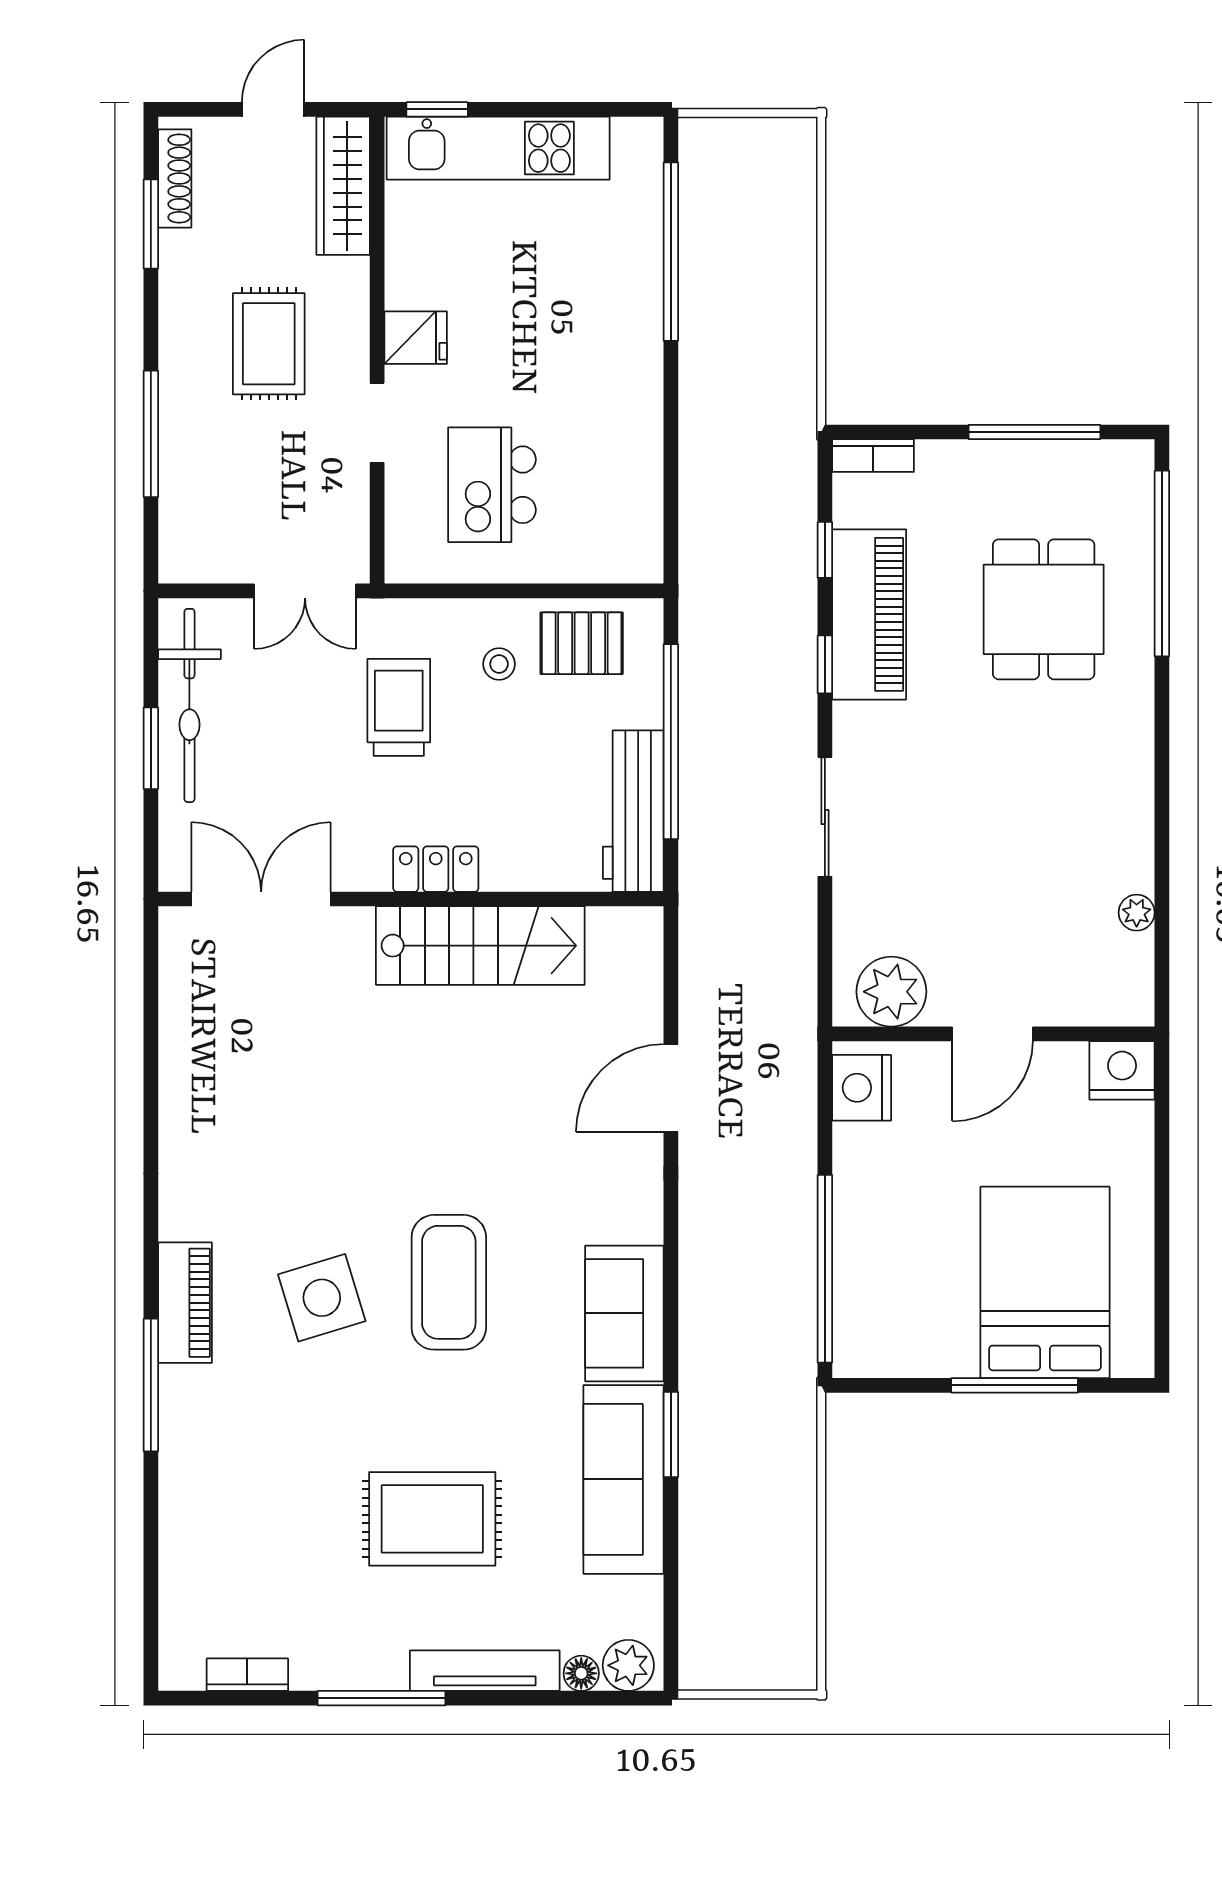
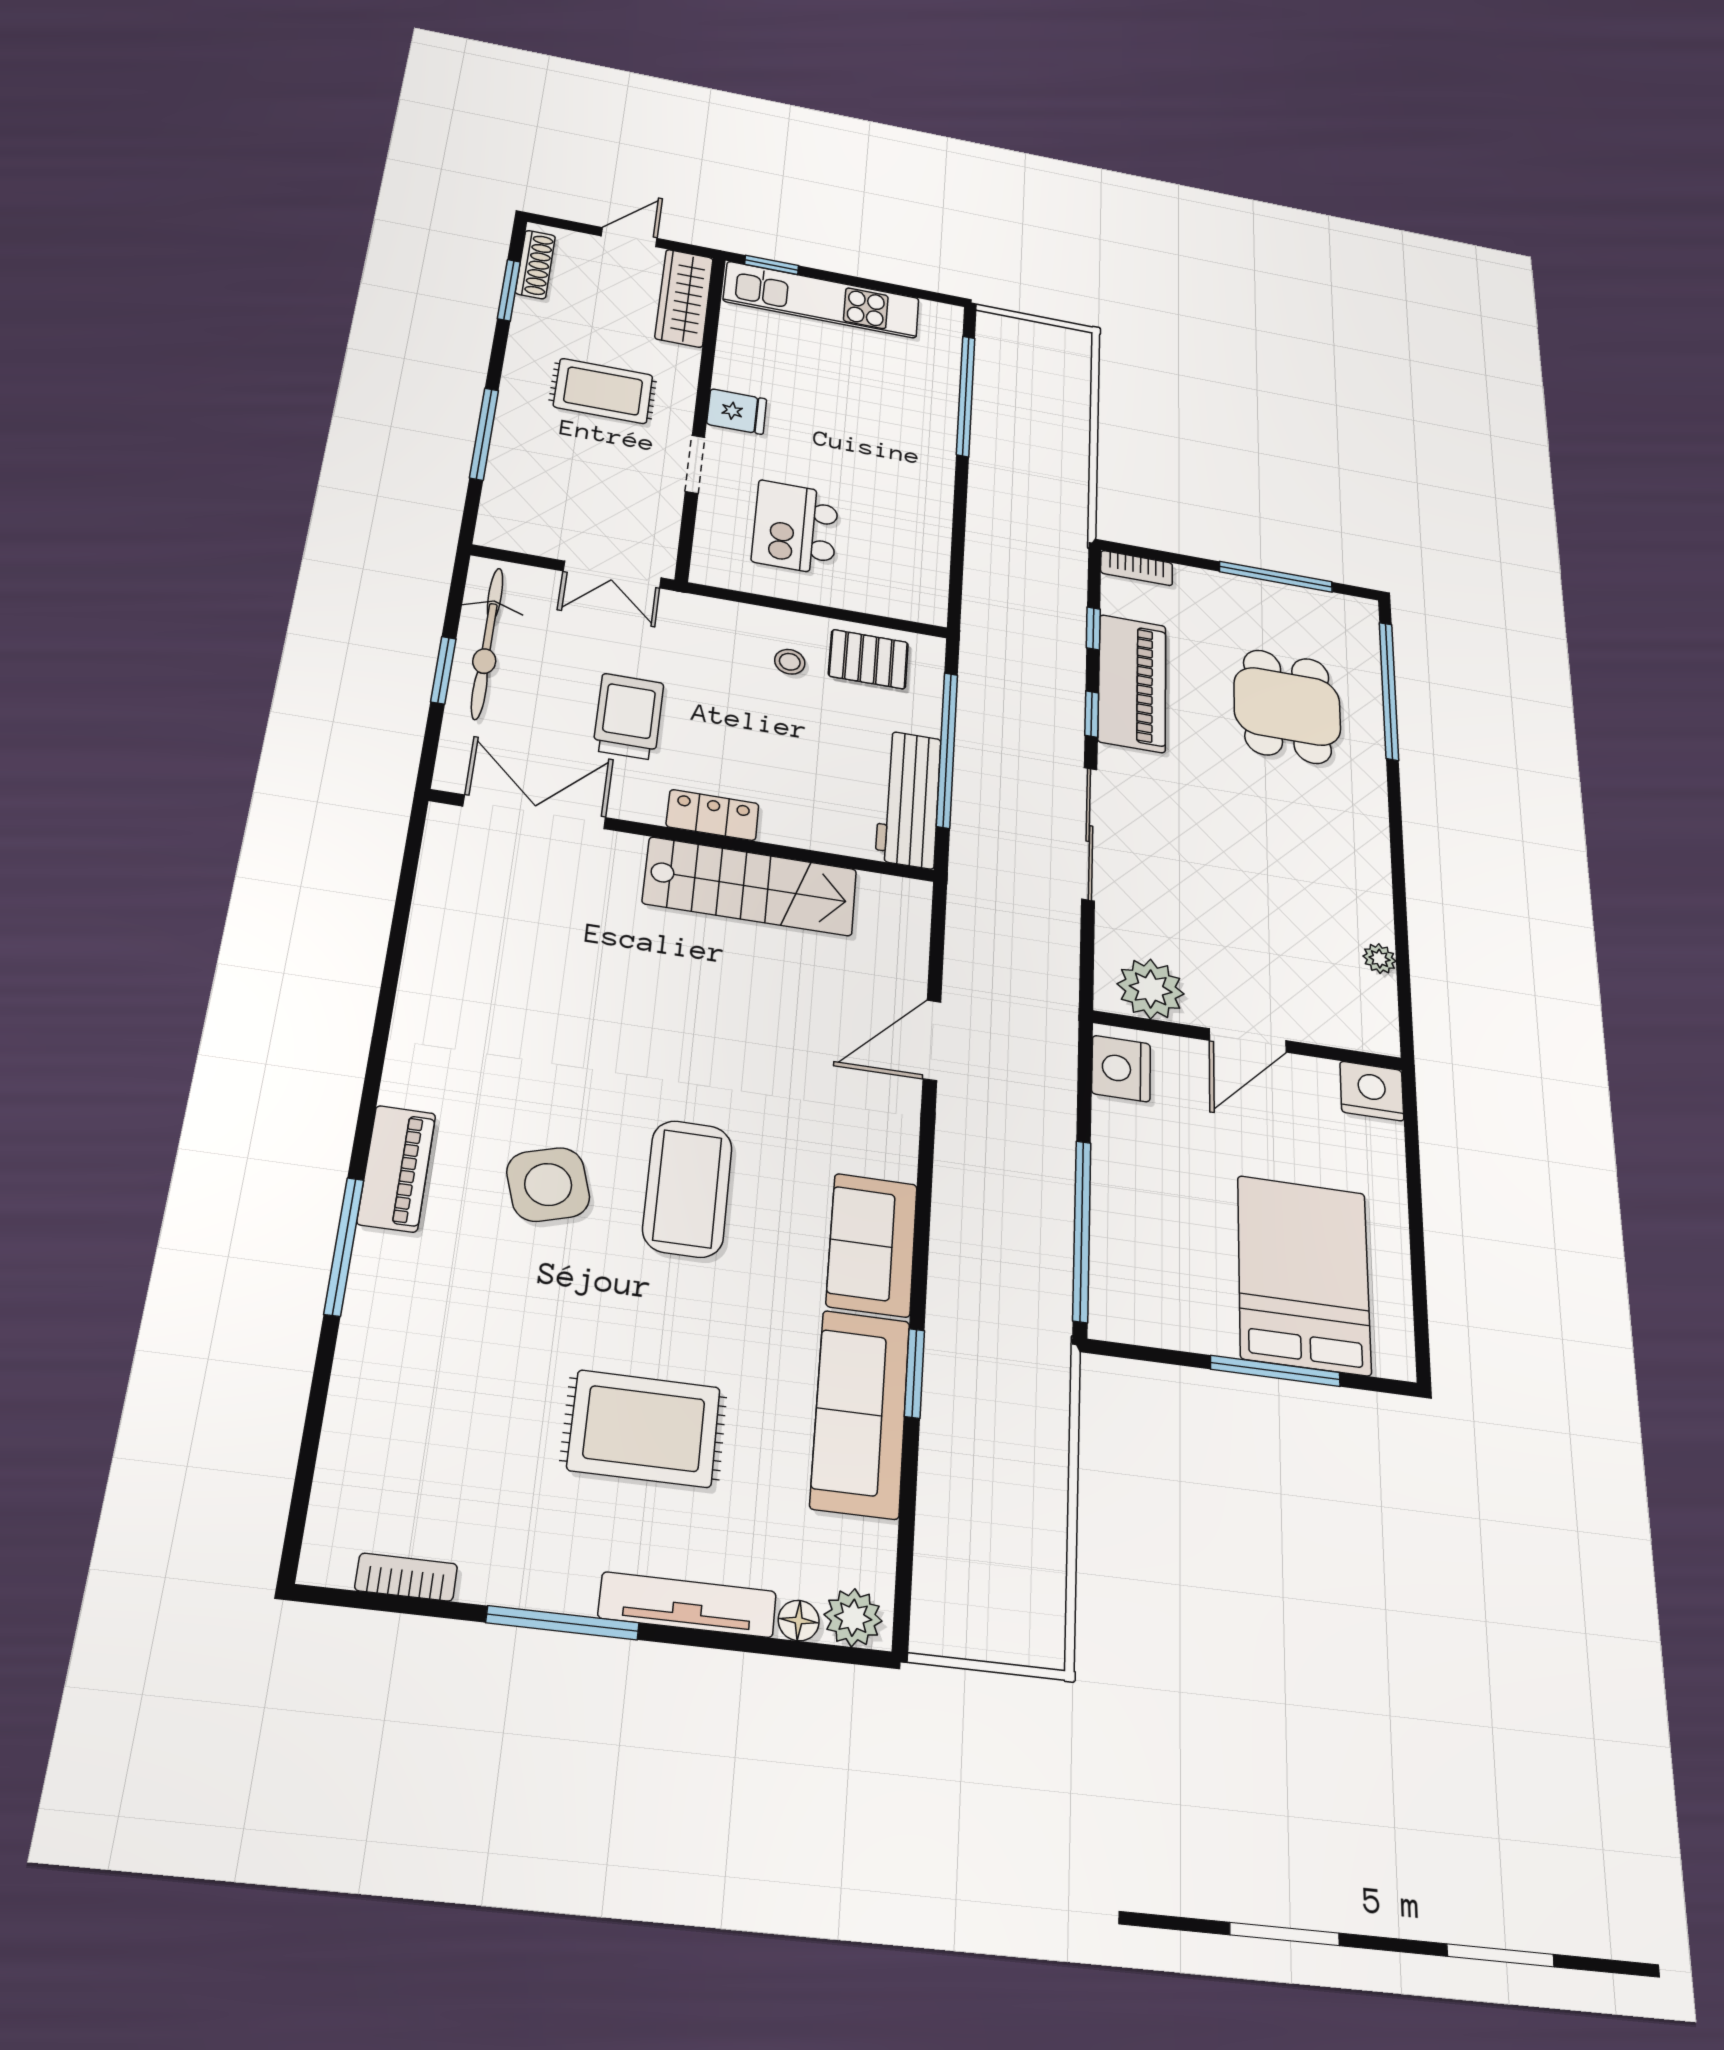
rug: (269, 344) -> (603, 391), turned 90
trolley: (399, 707) -> (628, 717), moved
sliding door: (825, 817) -> (1089, 834), width x1.37

